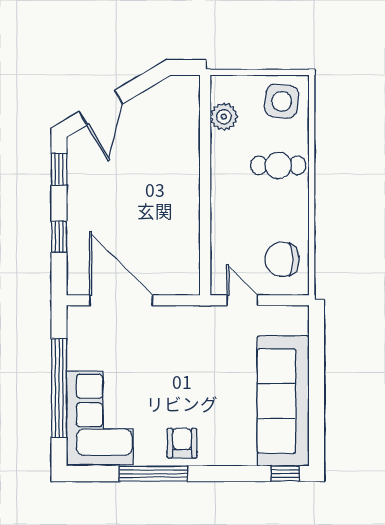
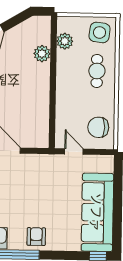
plant: (186, 138) -> (42, 54), added
cafe table: (278, 165) -> (97, 71), turned 90

